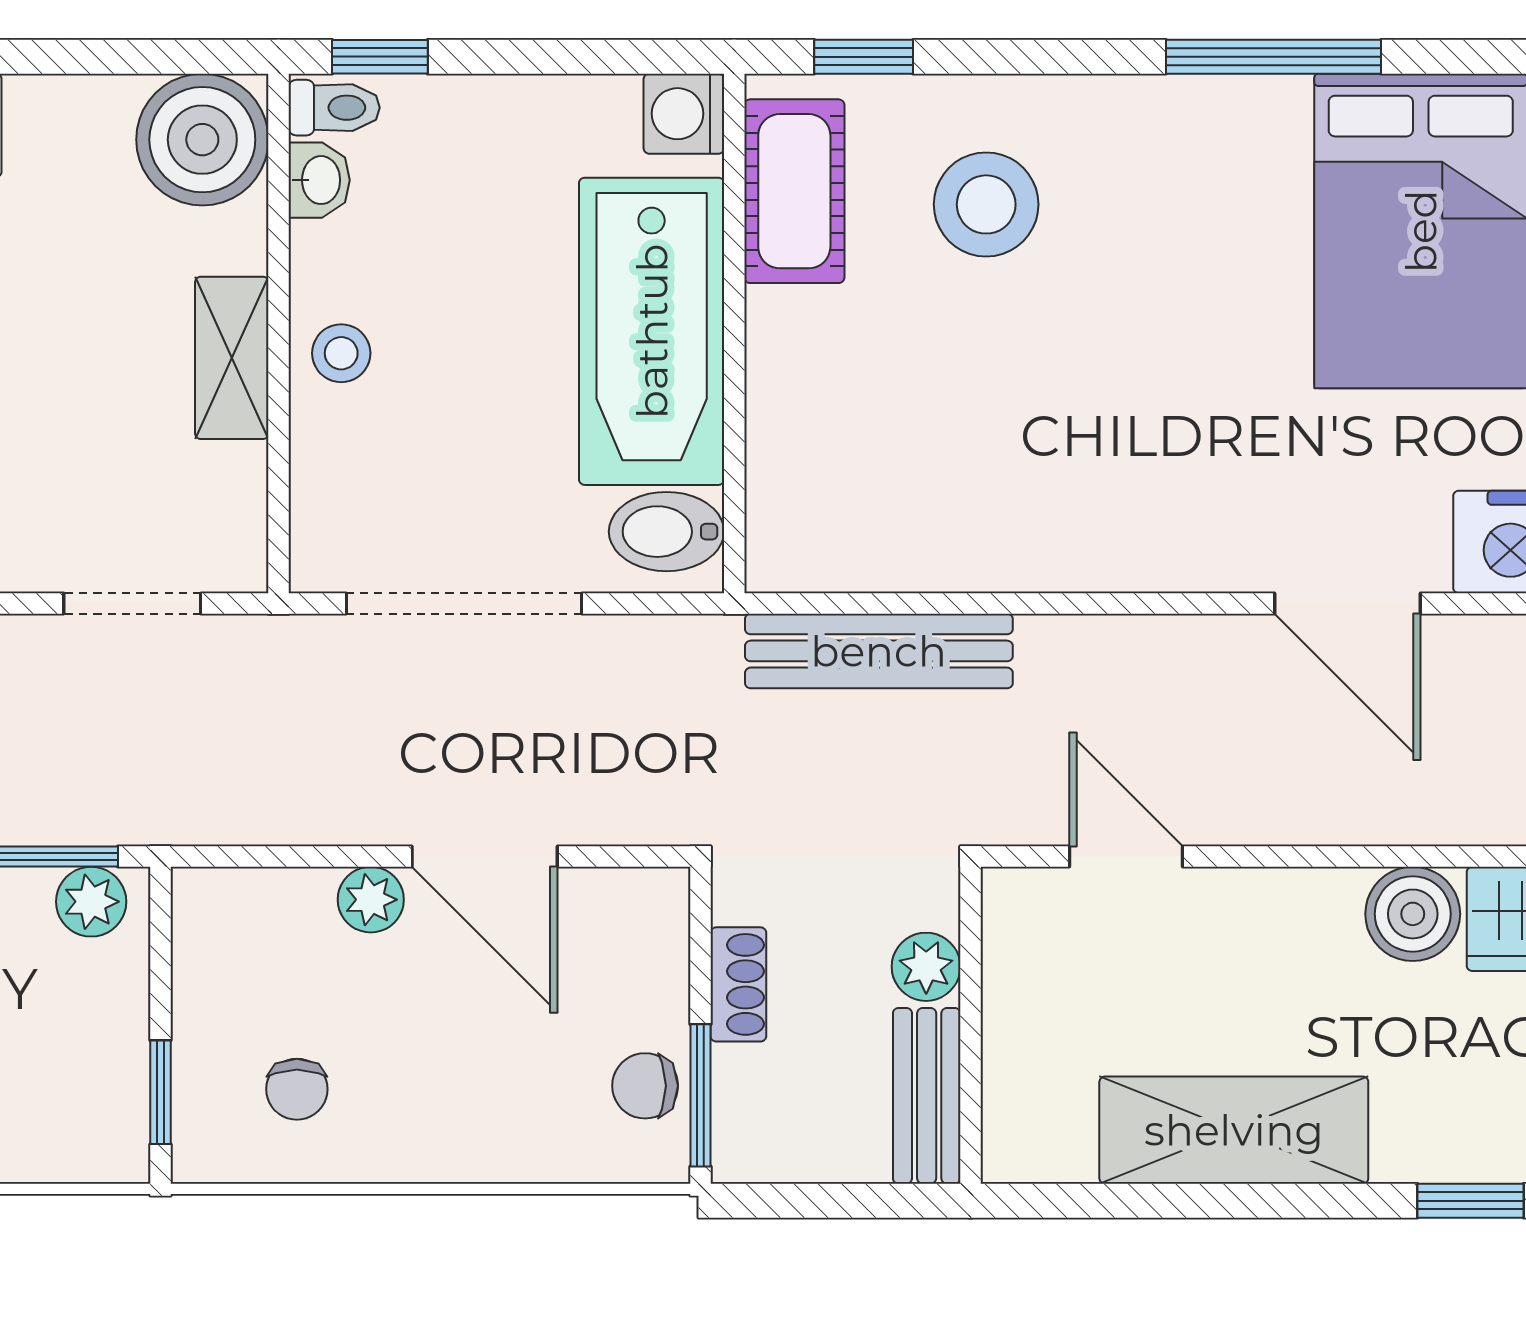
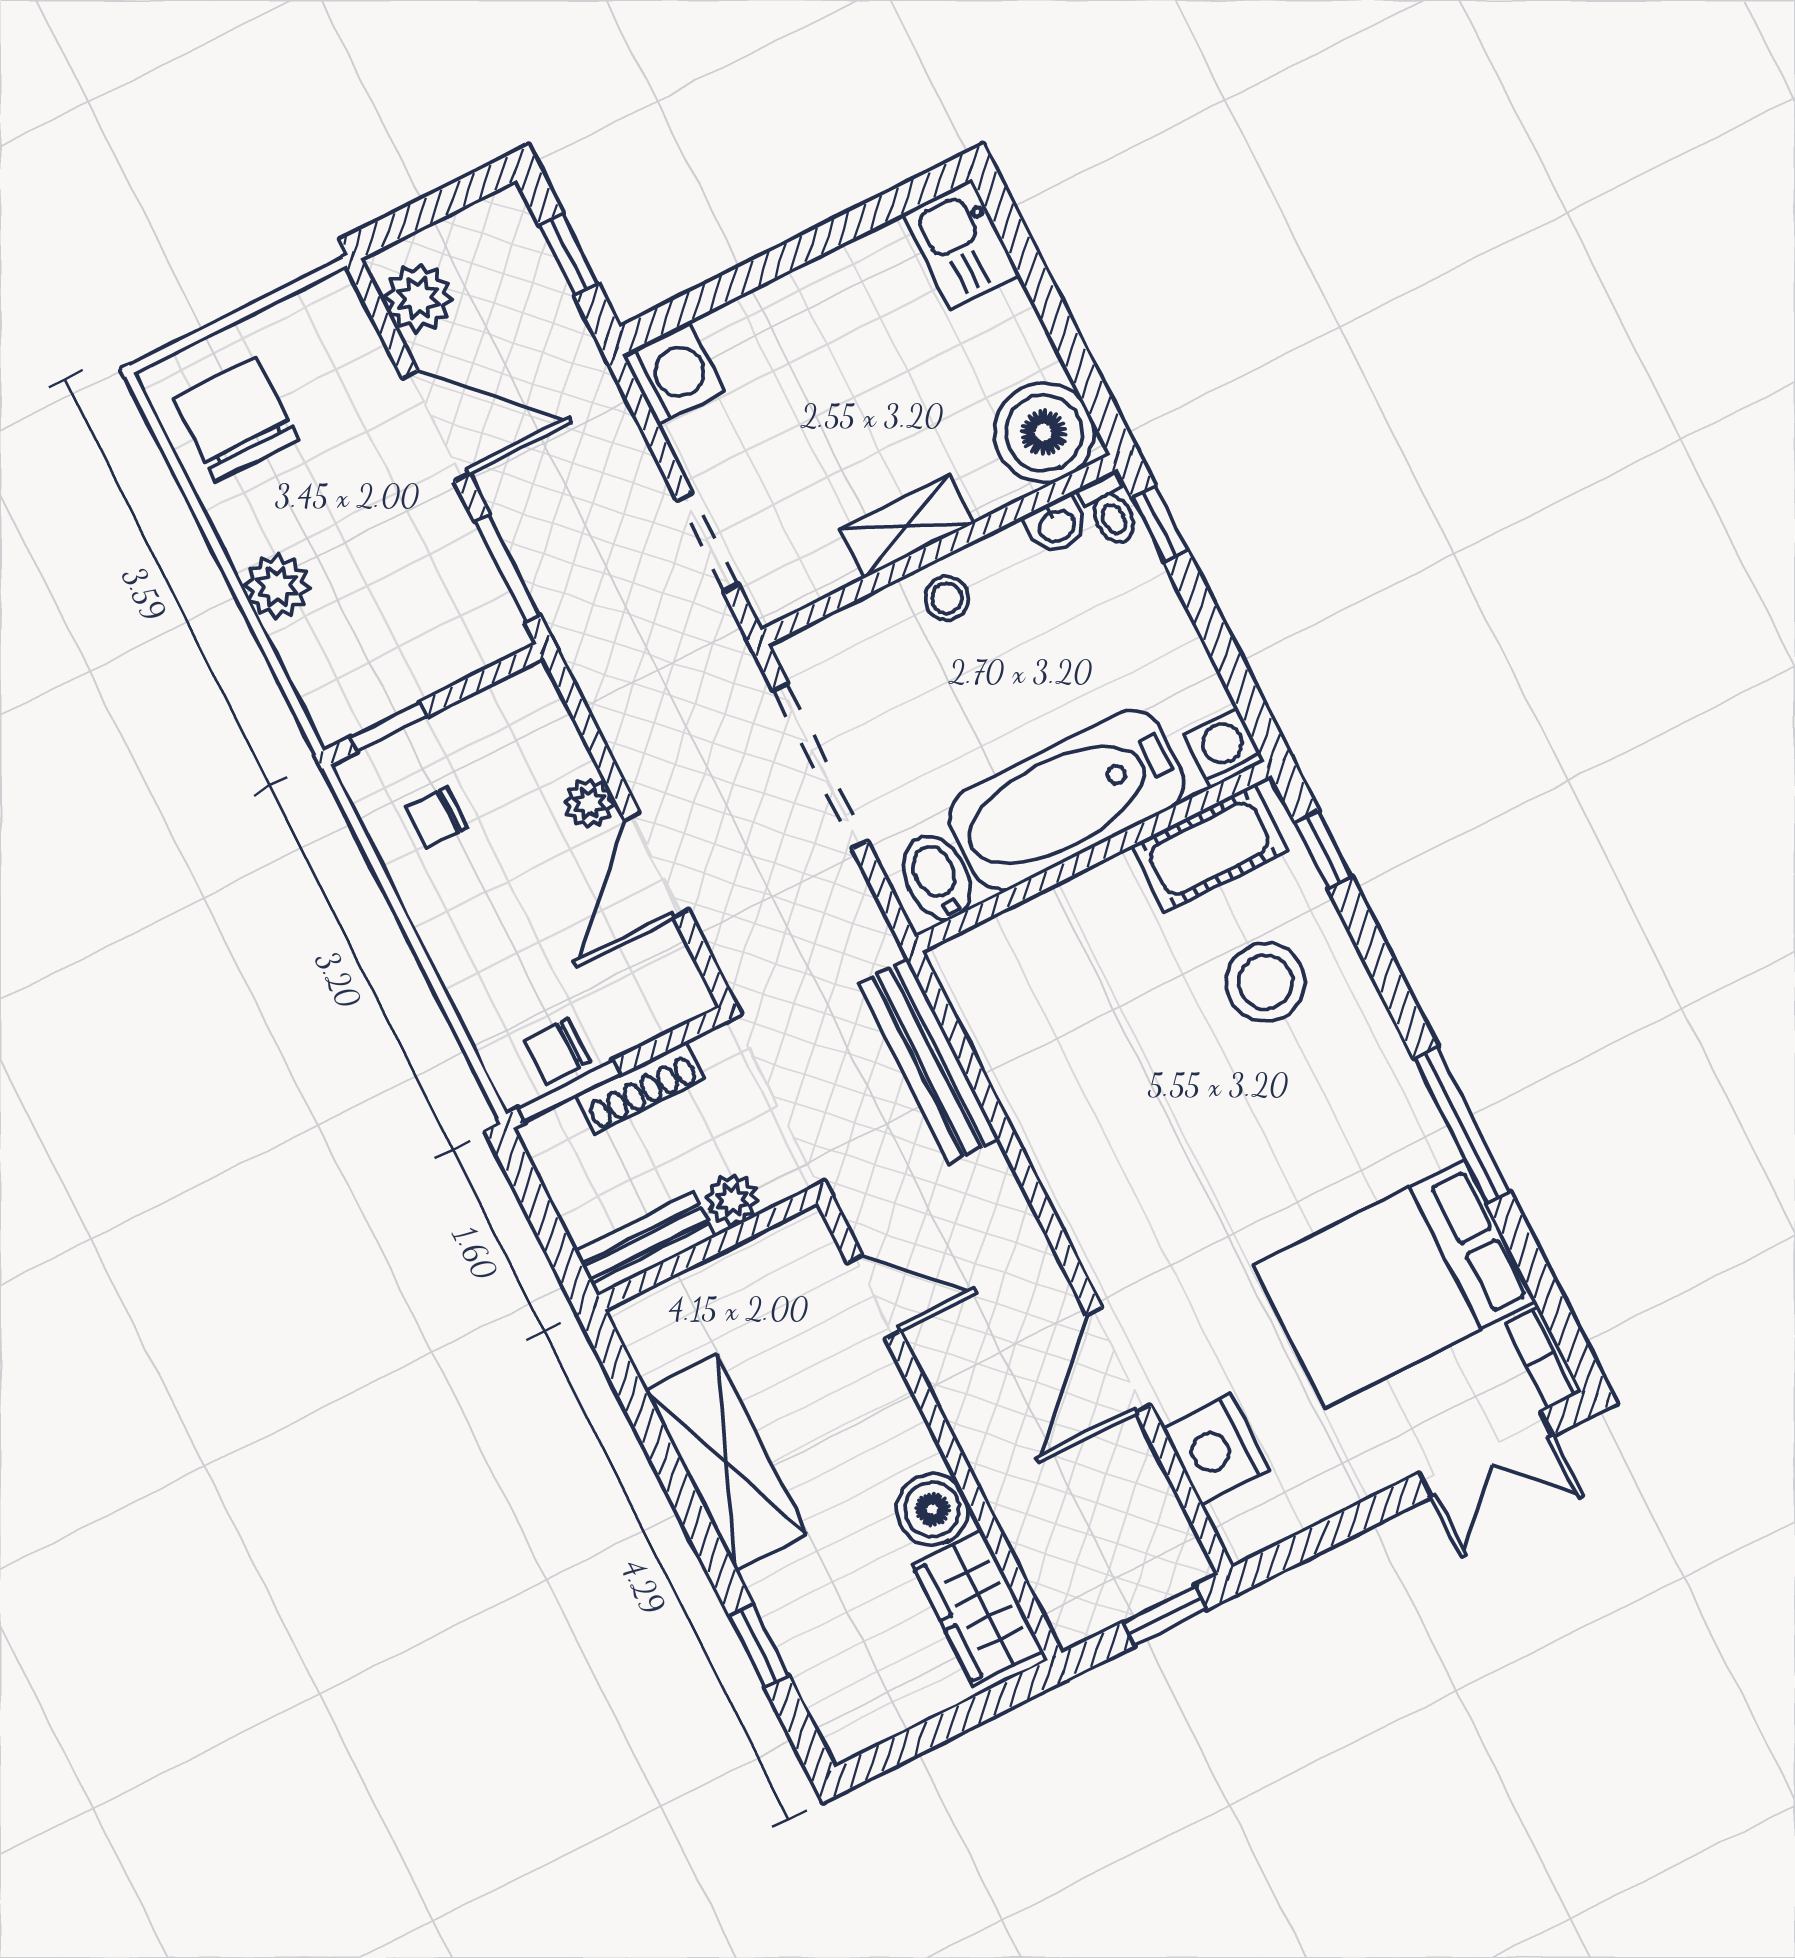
door: (1126, 857) -> (874, 1297), hinge flipped
plant: (91, 902) -> (493, 616), removed
shoe rack: (738, 984) -> (640, 1088), width x1.43
chair: (645, 1086) -> (557, 1051), turned -90

